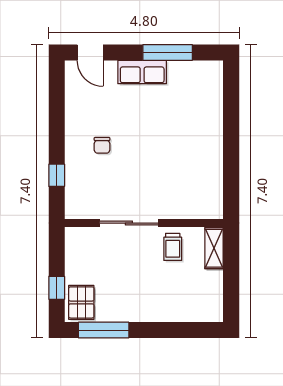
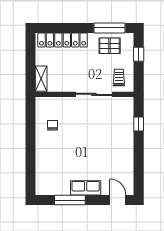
chair: (102, 145) -> (53, 125), moved
trolley: (173, 247) -> (119, 78), moved
pallet: (81, 302) -> (110, 46), moved, turned 90
locker: (179, 311) -> (63, 40), added

